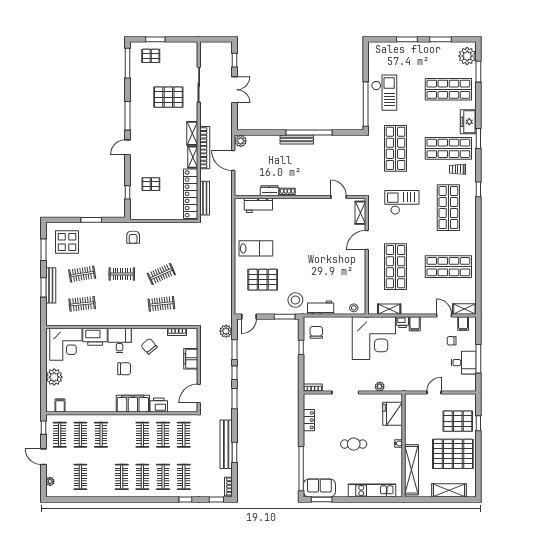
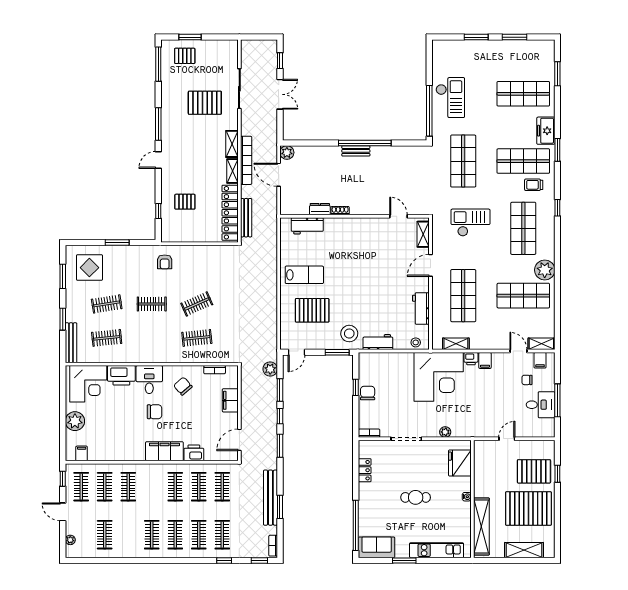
plant: (467, 56) -> (545, 270), moved
bench: (297, 139) -> (356, 151), width x0.73
workbench: (358, 278) -> (421, 308), added
bench: (51, 285) -> (71, 343), moved
chair: (316, 332) -> (368, 393), moved
window: (322, 499) -> (404, 560), moved

